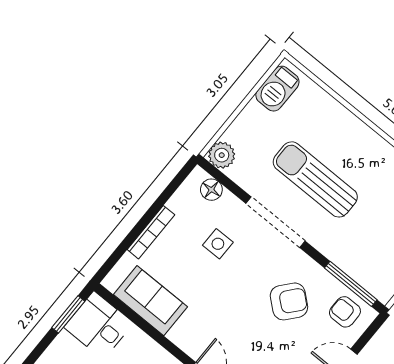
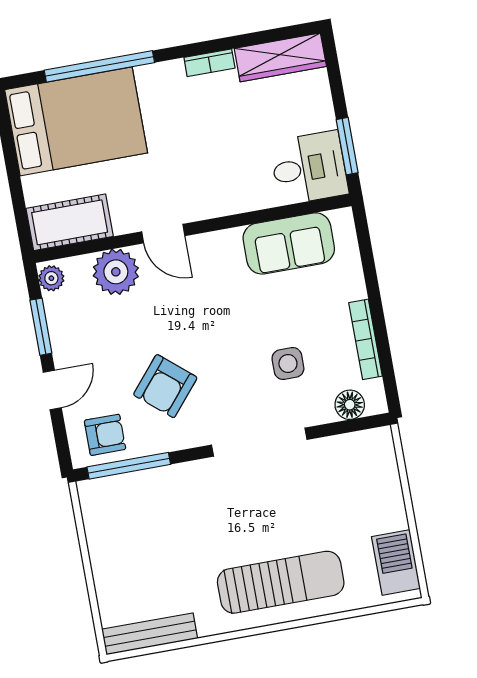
plant: (222, 155) -> (376, 446), removed
sun lounger: (315, 179) -> (281, 582), moved
bookcase: (151, 232) -> (365, 339), moved

